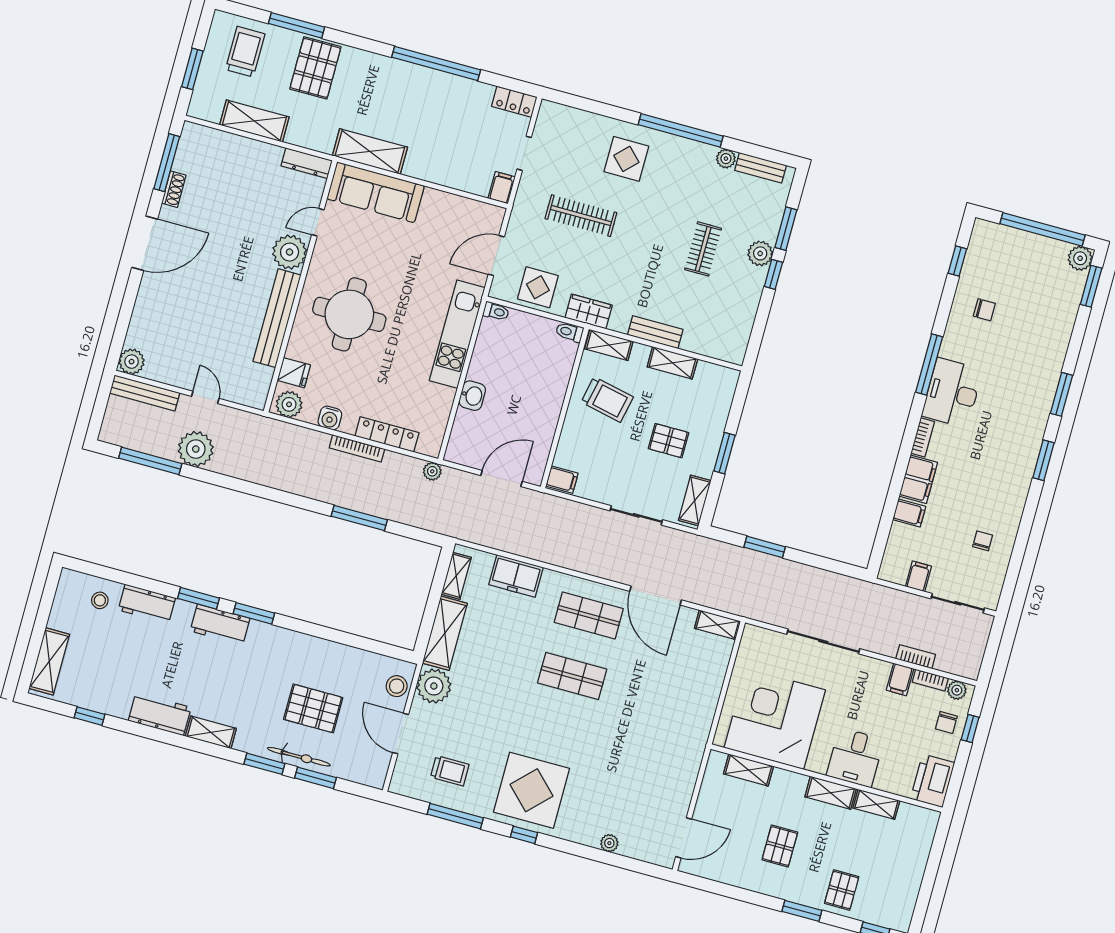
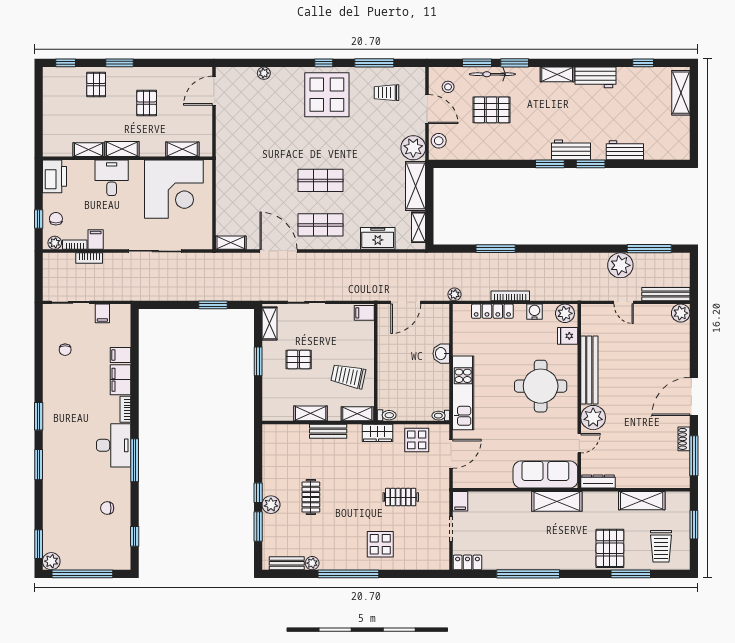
clothes rail: (581, 216) -> (401, 497), width x0.73
stool: (100, 600) -> (448, 87), moved

